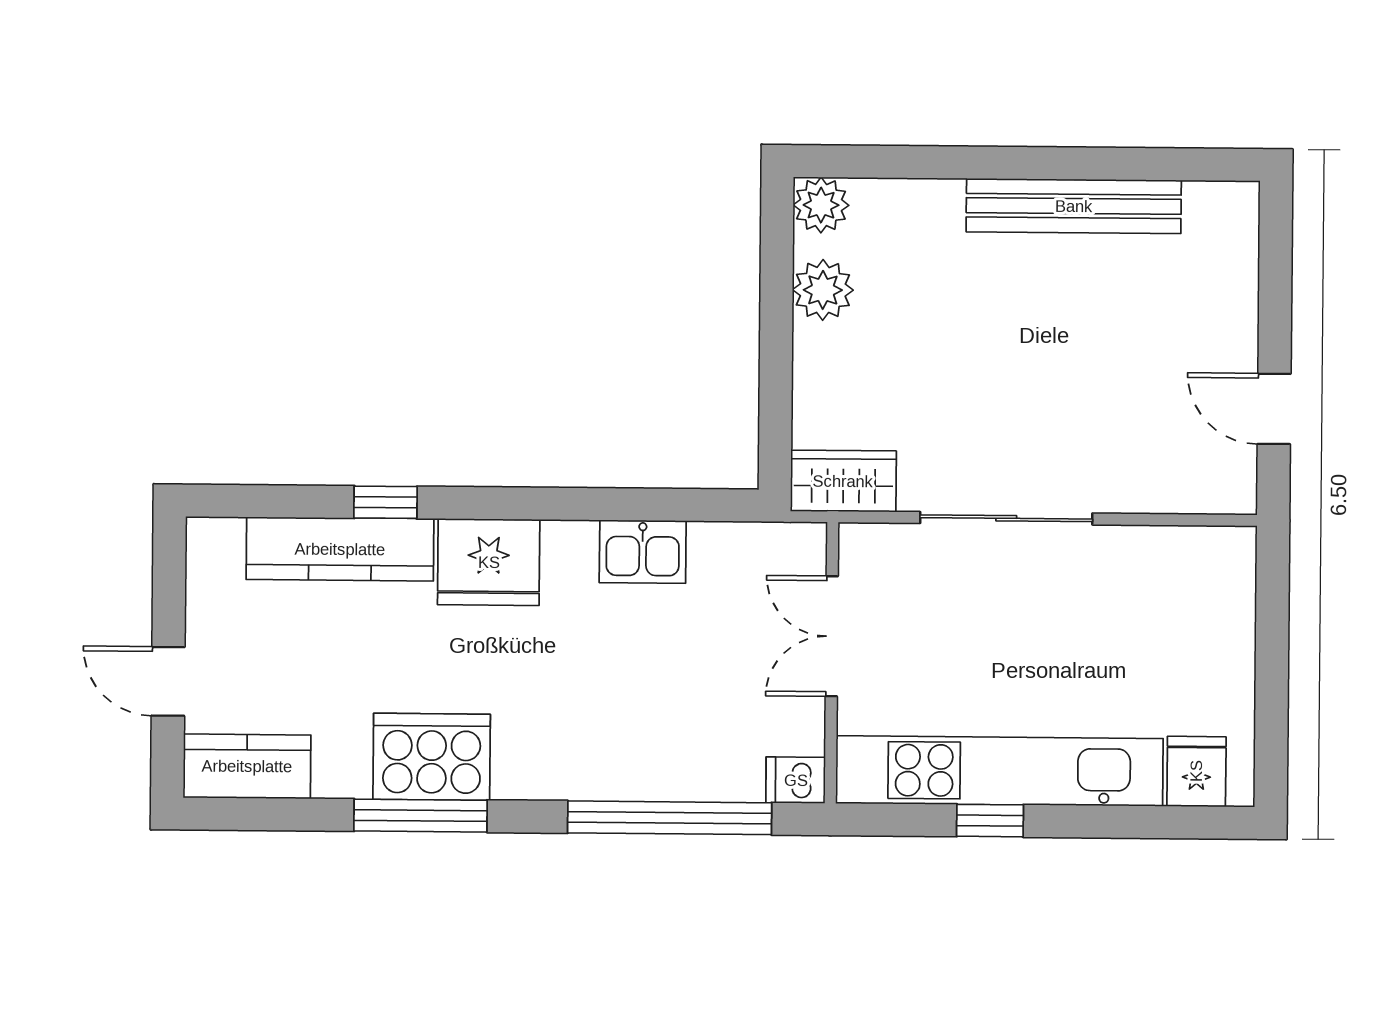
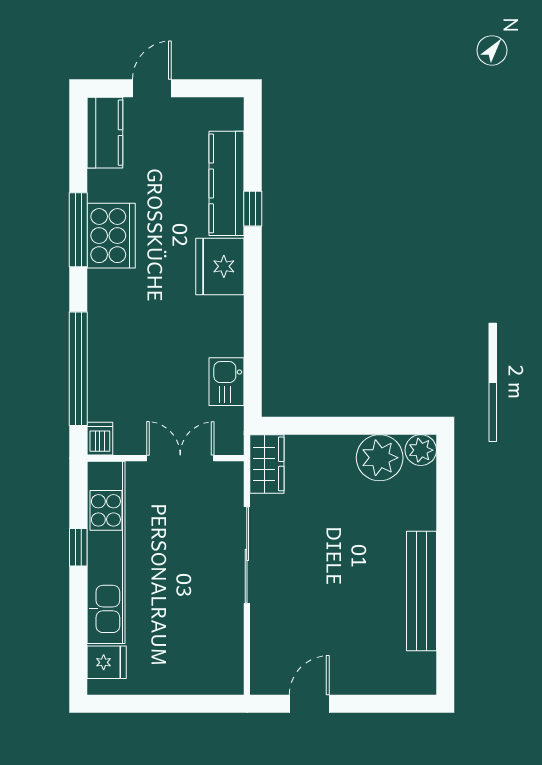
plant: (823, 290) -> (380, 458), width x1.36, depth x1.36
kitchen sink: (643, 552) -> (227, 382), moved

